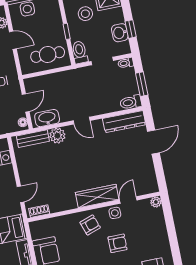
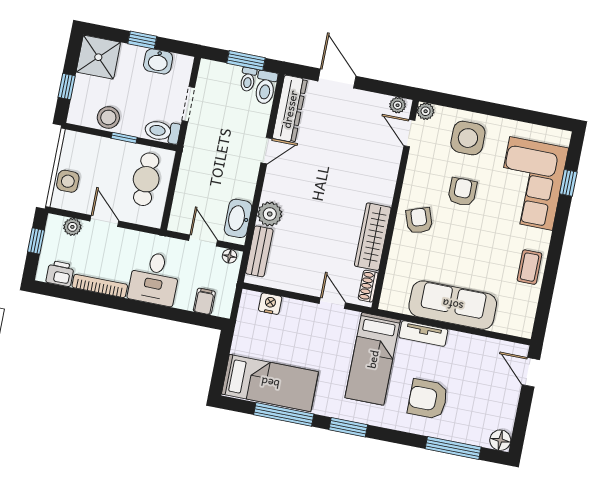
stool: (85, 14) -> (108, 117), moved
window: (131, 29) -> (142, 40), moved
door: (13, 40) -> (104, 221), hinge flipped
toilet: (126, 63) -> (248, 79), moved
door: (82, 121) -> (266, 151), moved
plant: (153, 184) -> (398, 105), added
wardrobe: (97, 196) -> (373, 237), moved
door: (128, 200) -> (409, 133), moved
side table: (115, 213) -> (468, 138), moved, width x1.87, depth x1.87

